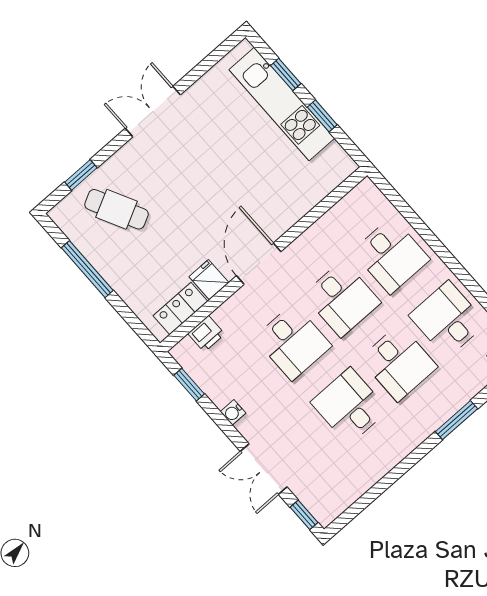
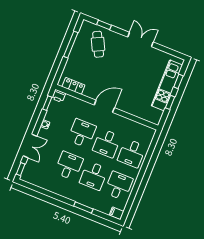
fridge: (209, 280) -> (89, 91), removed
printer: (206, 334) -> (59, 96), moved
desk: (293, 342) -> (82, 133), turned 180
double door: (264, 469) -> (30, 146), swing flipped

